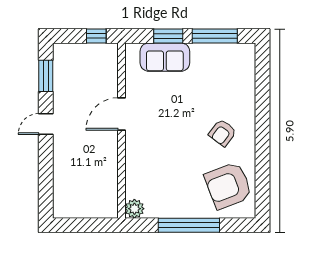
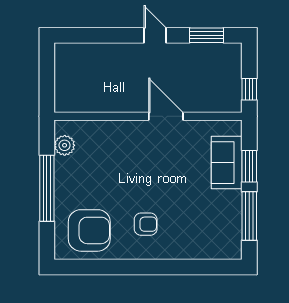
armchair: (222, 133) -> (146, 224), turned 143
armchair: (228, 186) -> (89, 230), turned 111
plant: (134, 209) -> (65, 145), moved

